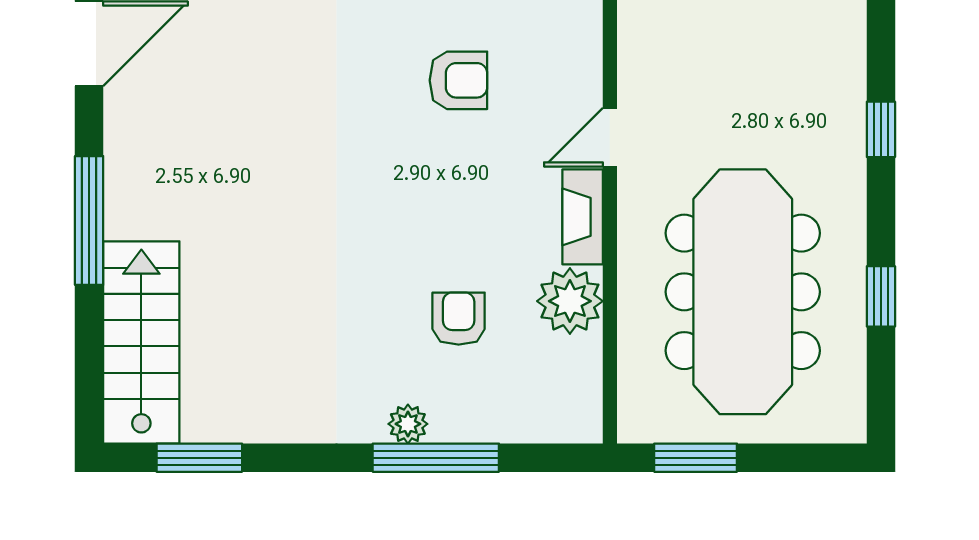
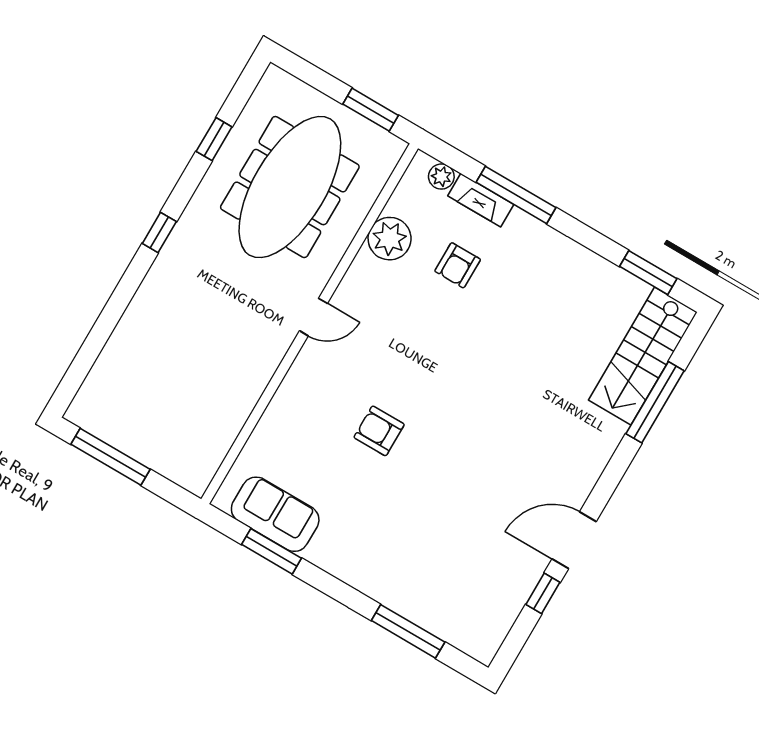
armchair: (458, 80) -> (379, 431), moved
fireplace: (583, 217) -> (481, 200), moved, turned 90
window: (89, 221) -> (655, 402), moved
plant: (408, 424) -> (441, 177), moved

